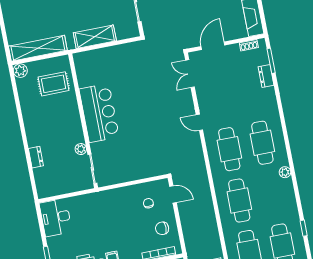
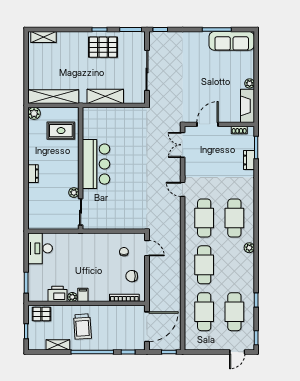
dresser: (36, 157) -> (33, 174), moved

